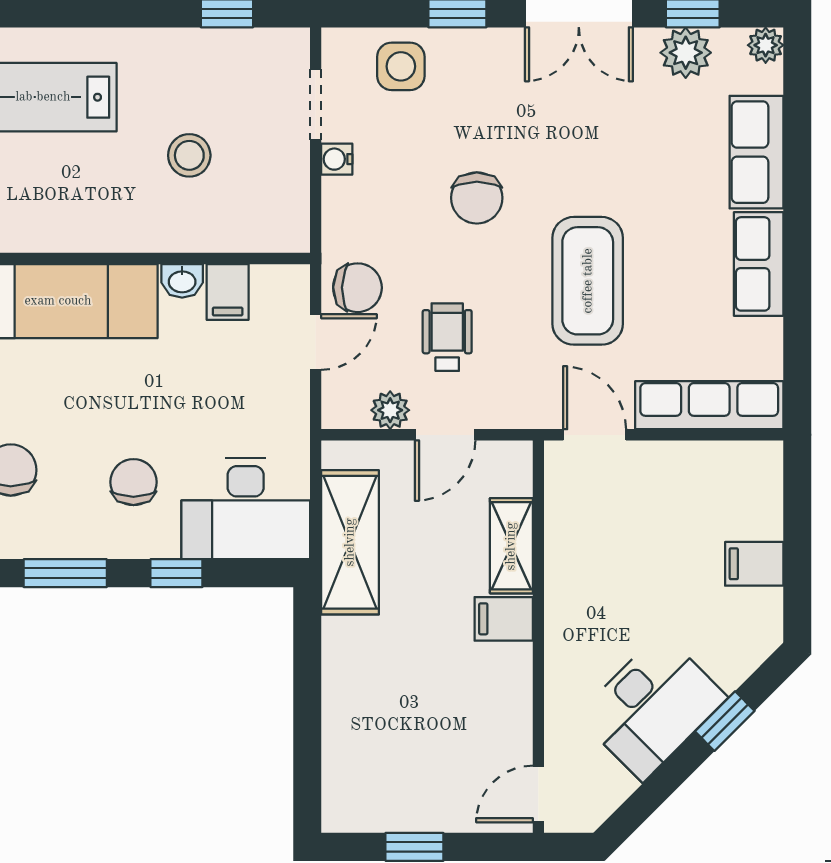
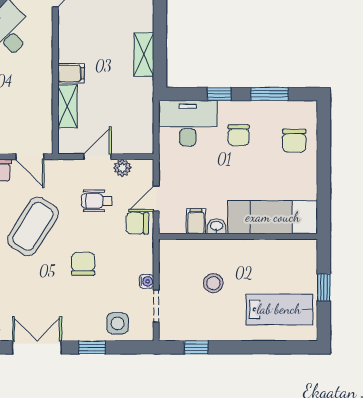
coffee table: (588, 281) -> (33, 226), turned 32
wheelchair: (447, 337) -> (97, 201), turned 90
shelving: (350, 542) -> (144, 54), moved, width x0.67, depth x0.75

